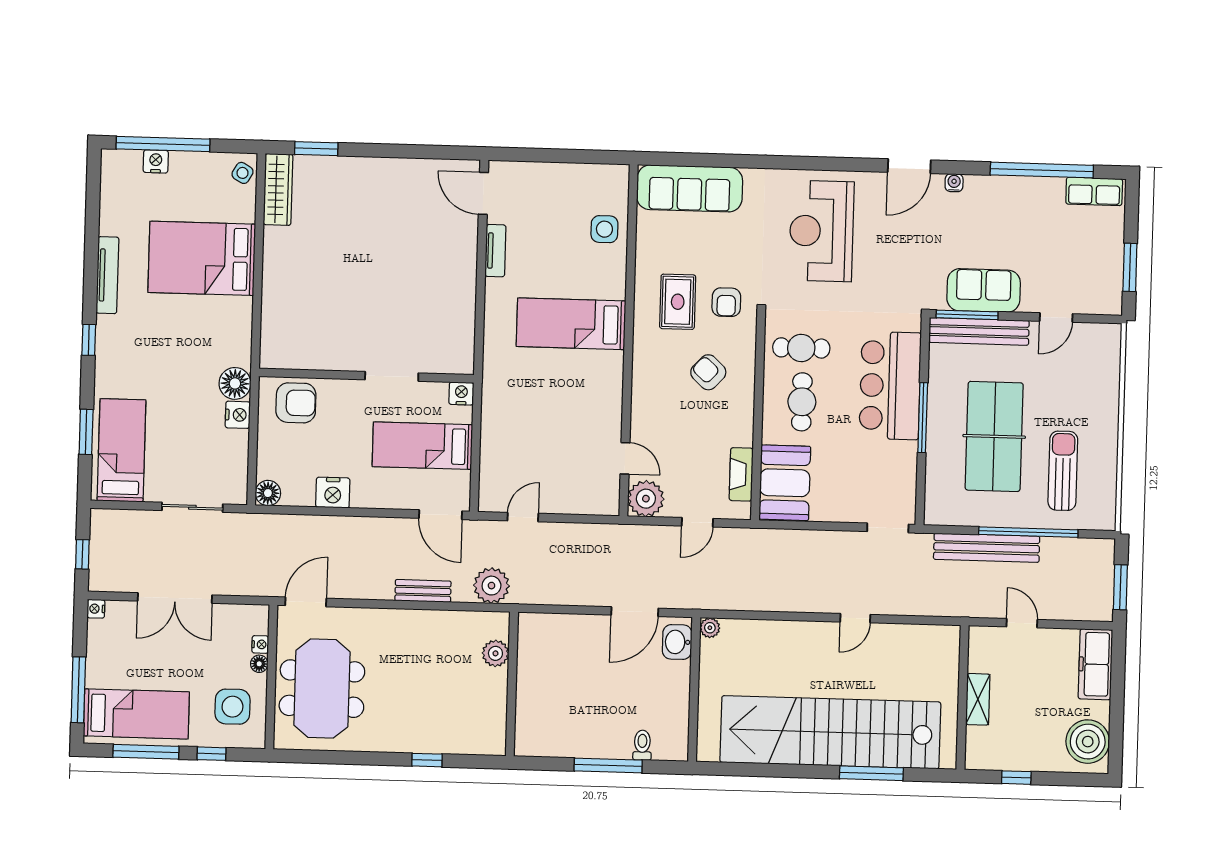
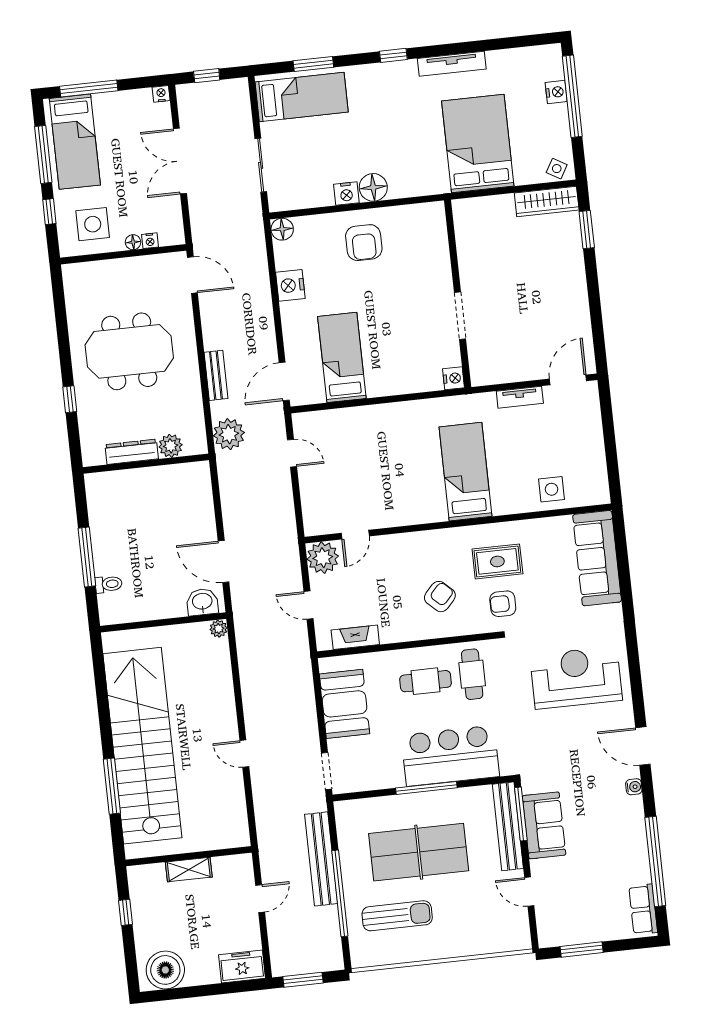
wall: (366, 376) -> (458, 294), moved
doorway: (392, 376) -> (460, 316), moved
nightstand: (461, 393) -> (454, 378), moved
booth: (785, 483) -> (345, 704), moved, turned 90
freezer: (1095, 664) -> (242, 966), width x0.71
meeting table: (322, 689) -> (129, 351), moved
dresser: (496, 698) -> (132, 452), added

